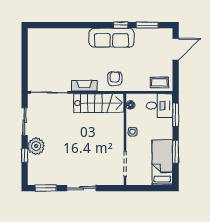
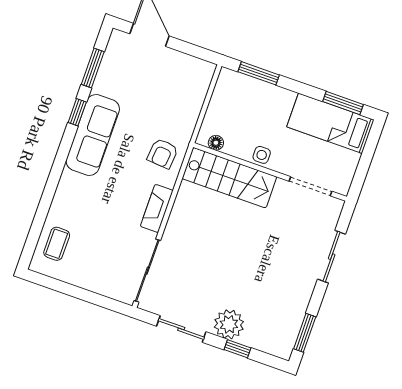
armchair: (115, 79) -> (163, 154), turned -85
coffee table: (160, 82) -> (57, 244), moved
stairs: (99, 103) -> (229, 178), moved, turned 90
desk: (160, 106) -> (234, 95), removed
window: (176, 152) -> (343, 103), moved
sliding door: (81, 188) -> (332, 257), moved

